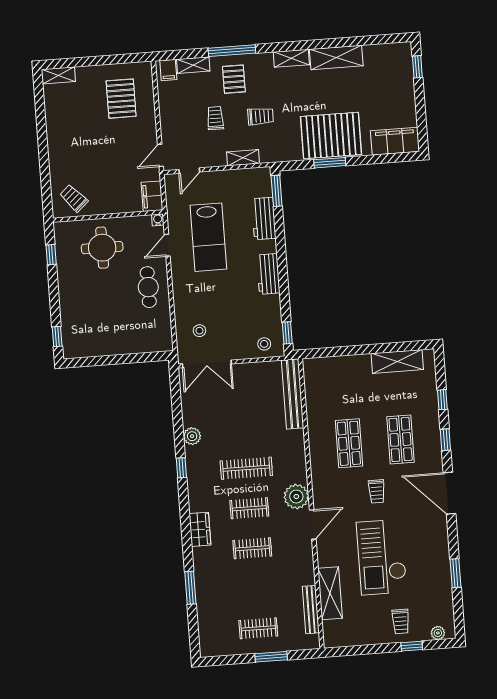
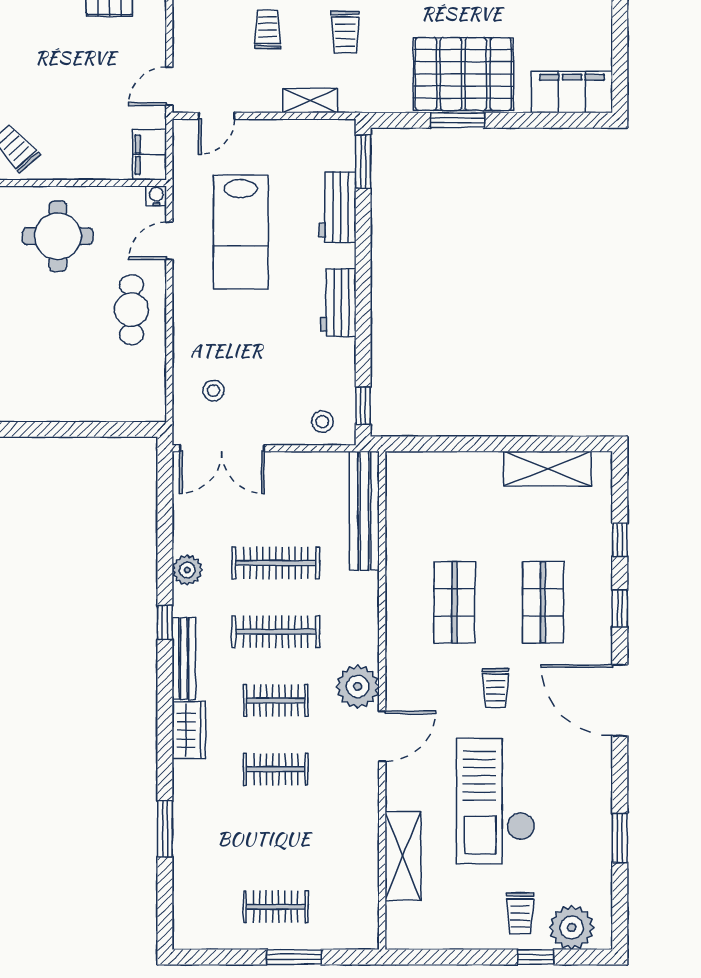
trolley: (261, 116) -> (345, 32), turned 90
clothes rail: (243, 428) -> (276, 563), added
bench: (311, 610) -> (184, 658), moved
plant: (438, 633) -> (572, 927), width x1.87, depth x1.87

